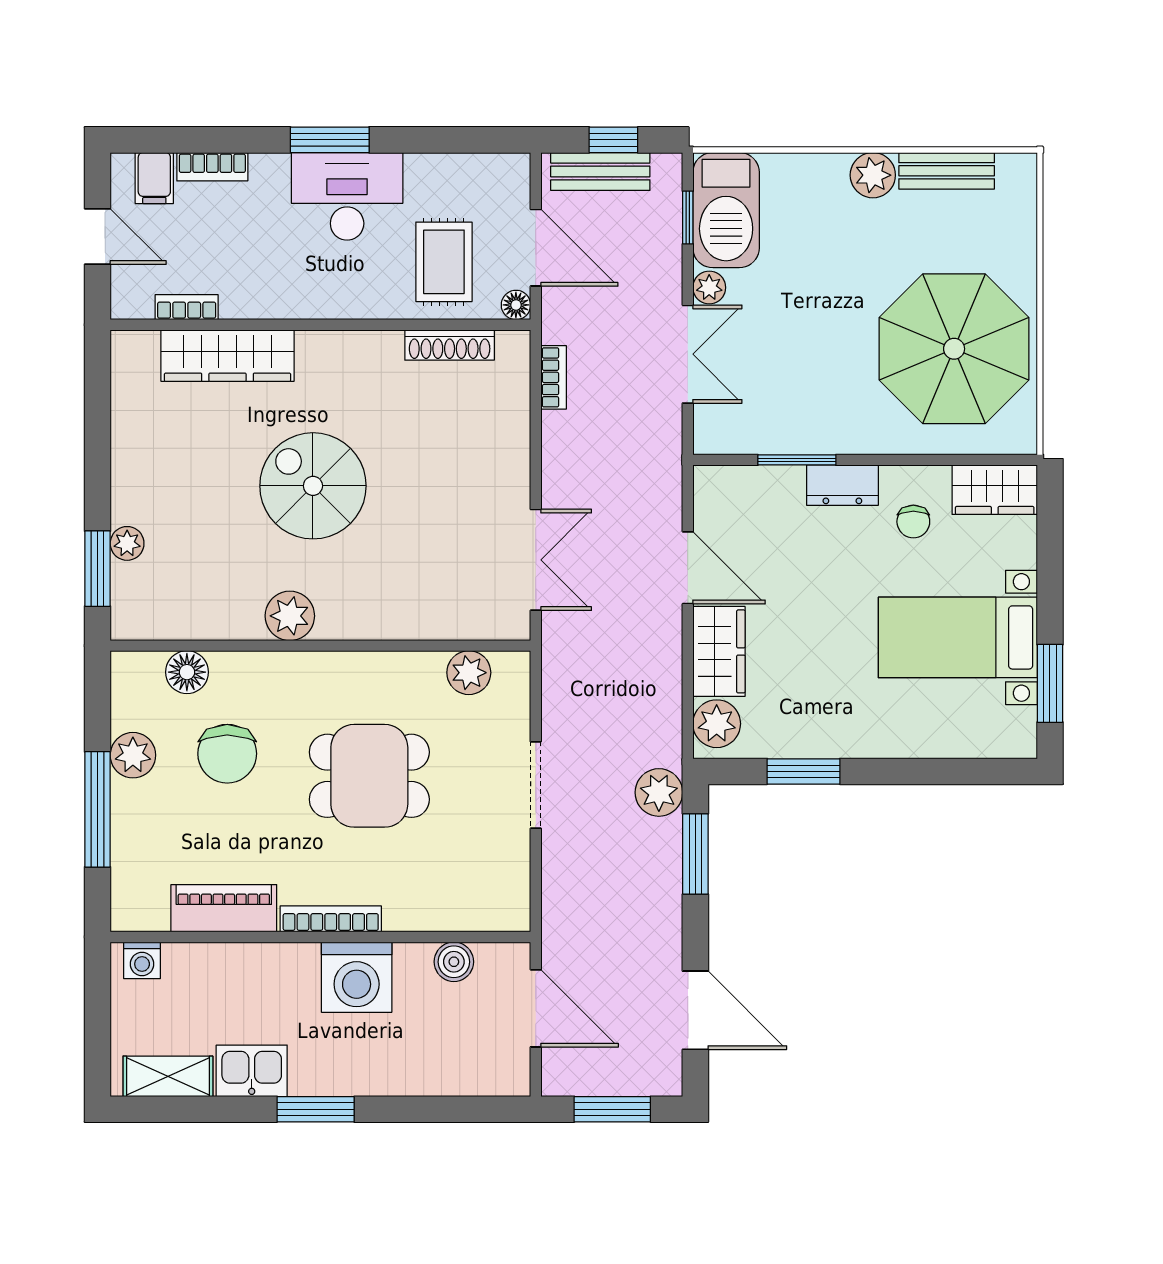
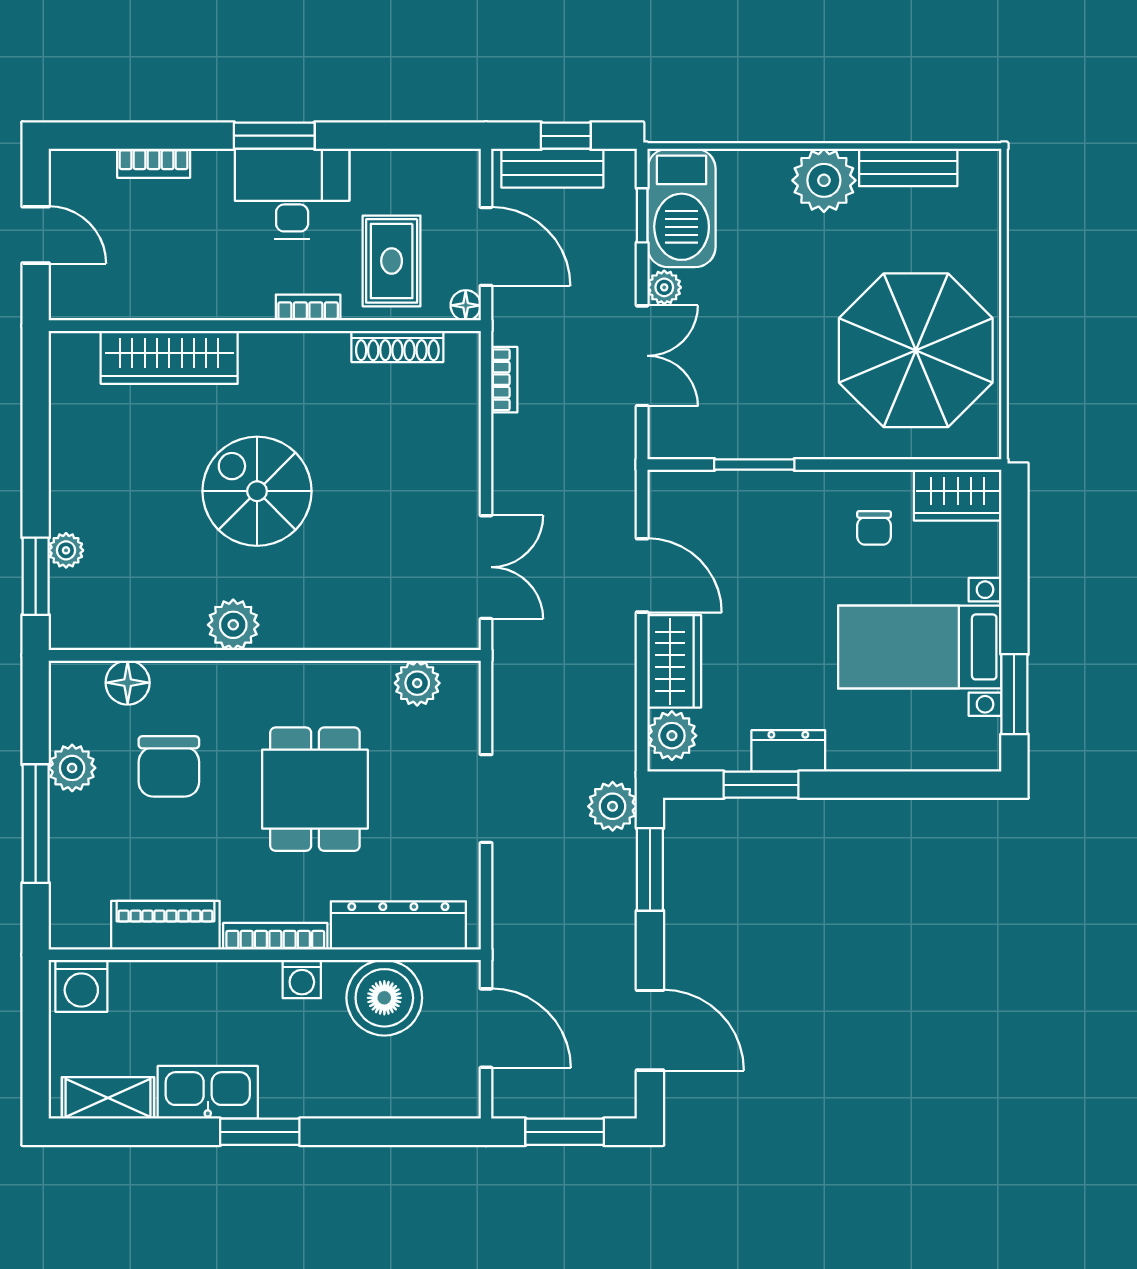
plant: (873, 175) -> (824, 180), width x1.36, depth x1.36
filing cabinet: (154, 178) -> (94, 175), removed
bookcase: (187, 307) -> (308, 308), moved
dresser: (842, 485) -> (788, 751), moved, turned 180
dining table: (369, 776) -> (315, 789), turned 90
dresser: (451, 908) -> (398, 925), added
washing machine: (142, 960) -> (81, 986), width x1.38, depth x1.38
boiler: (454, 962) -> (384, 998), width x1.86, depth x1.86
washing machine: (357, 977) -> (302, 979), width x0.53, depth x0.53
kitchen sink: (252, 1071) -> (208, 1092), width x1.38

